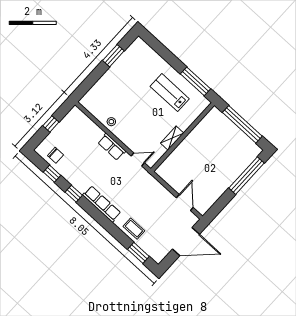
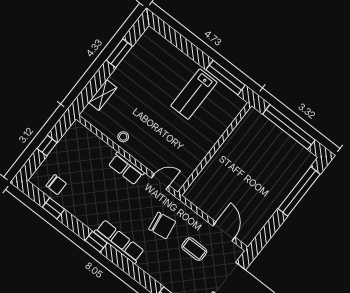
lab bench: (170, 93) -> (194, 94), turned -90
shelving: (172, 138) -> (103, 95), moved
window: (74, 194) -> (96, 242), moved
chair: (137, 194) -> (162, 225), added
coffee table: (134, 229) -> (194, 249), moved

